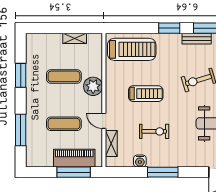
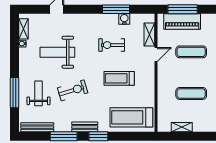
bench: (197, 39) -> (85, 127), moved
plant: (93, 86) -> (166, 85), removed
door: (104, 121) -> (156, 54), hinge flipped
window: (163, 172) -> (116, 9), moved

